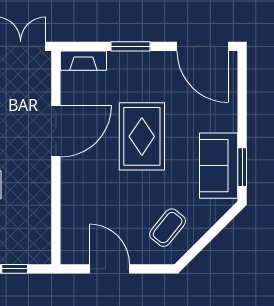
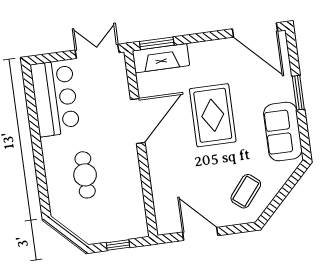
window: (130, 46) -> (157, 43), moved
fireplace: (83, 61) -> (161, 58), width x1.37, depth x1.32
window: (242, 167) -> (298, 93), moved

